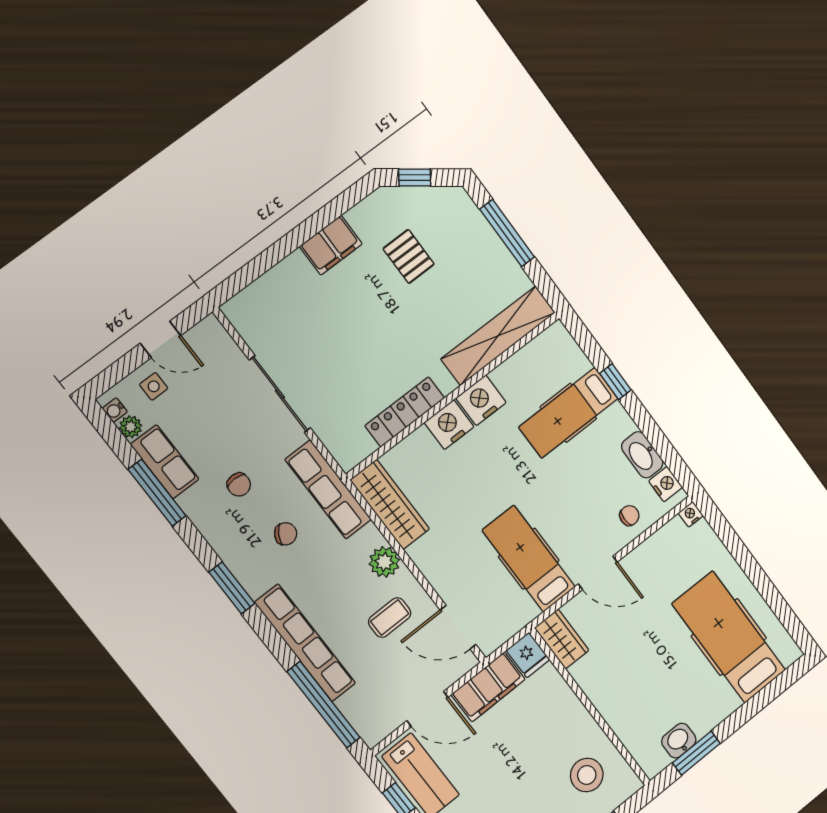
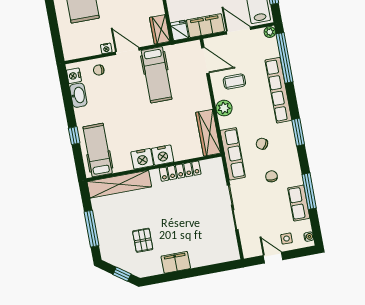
hospital bed: (568, 413) -> (98, 150), moved, turned -90
plant: (131, 427) -> (270, 32), moved
nightstand: (691, 514) -> (106, 48), moved

